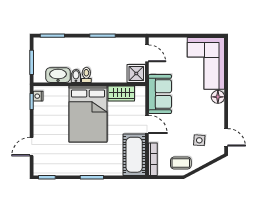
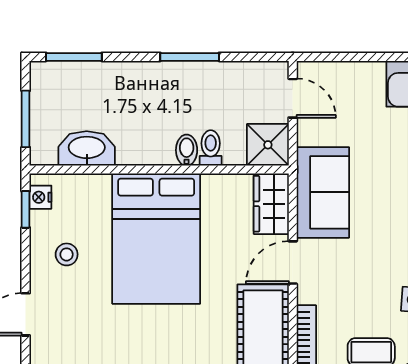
toilet: (86, 75) -> (211, 148), moved
bidet: (76, 76) -> (187, 150), moved
wardrobe: (121, 93) -> (271, 204), moved, turned 90
stool: (49, 121) -> (67, 254), added
door: (147, 124) -> (293, 262), swing flipped

